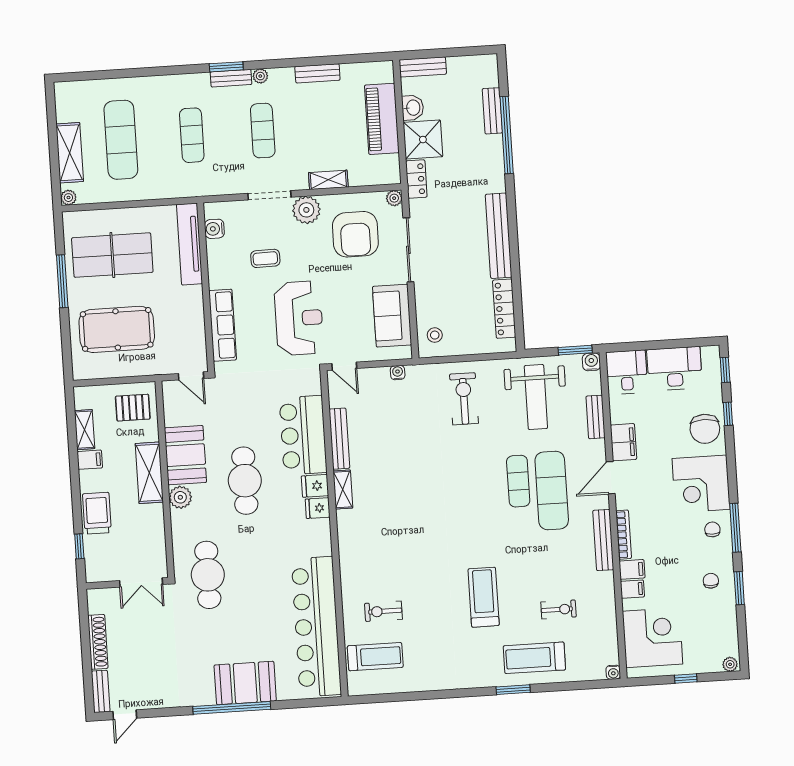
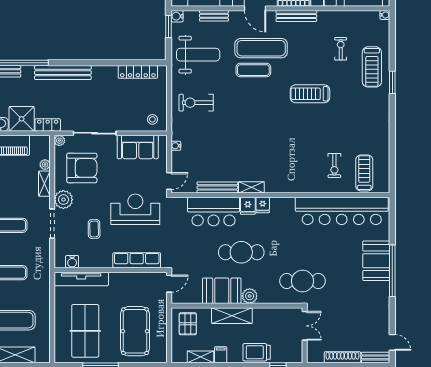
plant: (68, 198) -> (45, 165), moved
bench: (499, 236) -> (63, 73), moved
treadmill: (484, 597) -> (310, 94), moved

